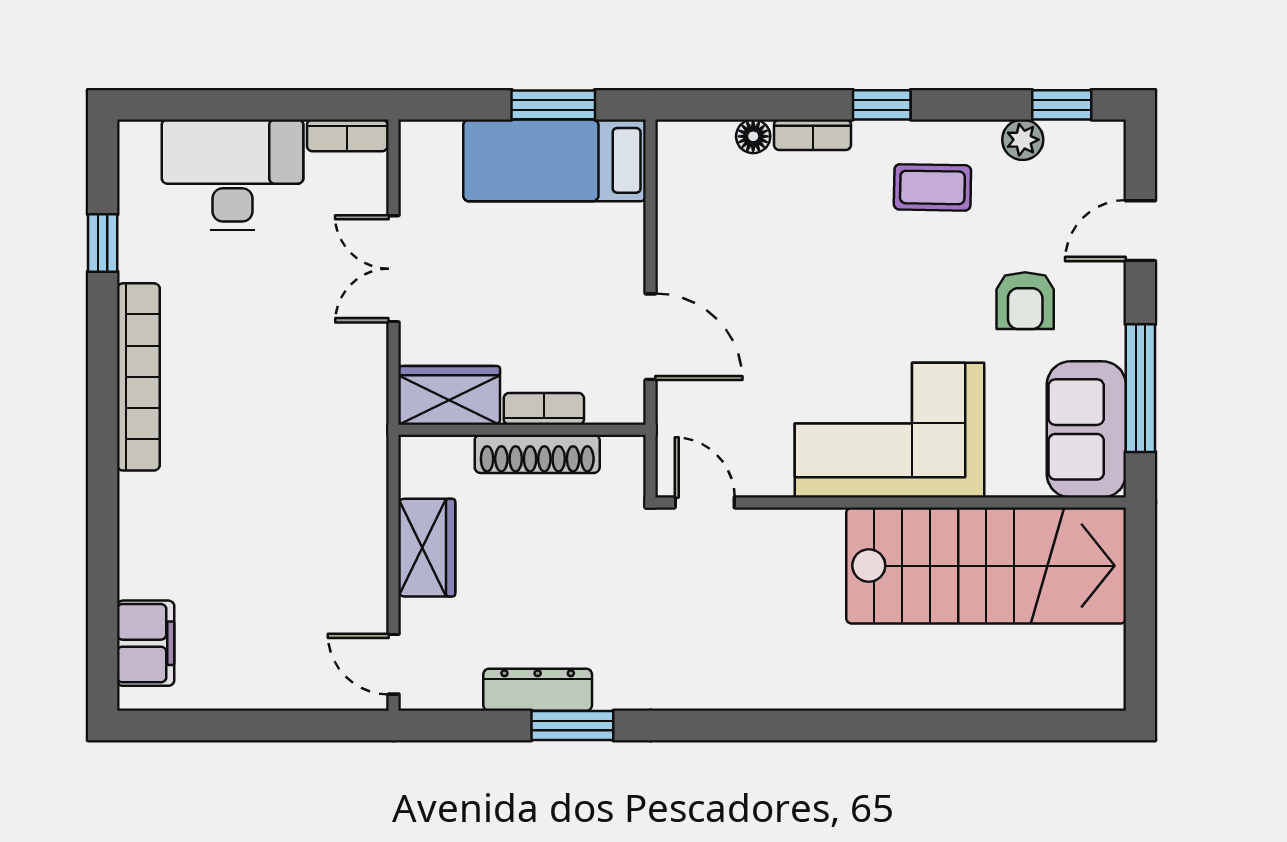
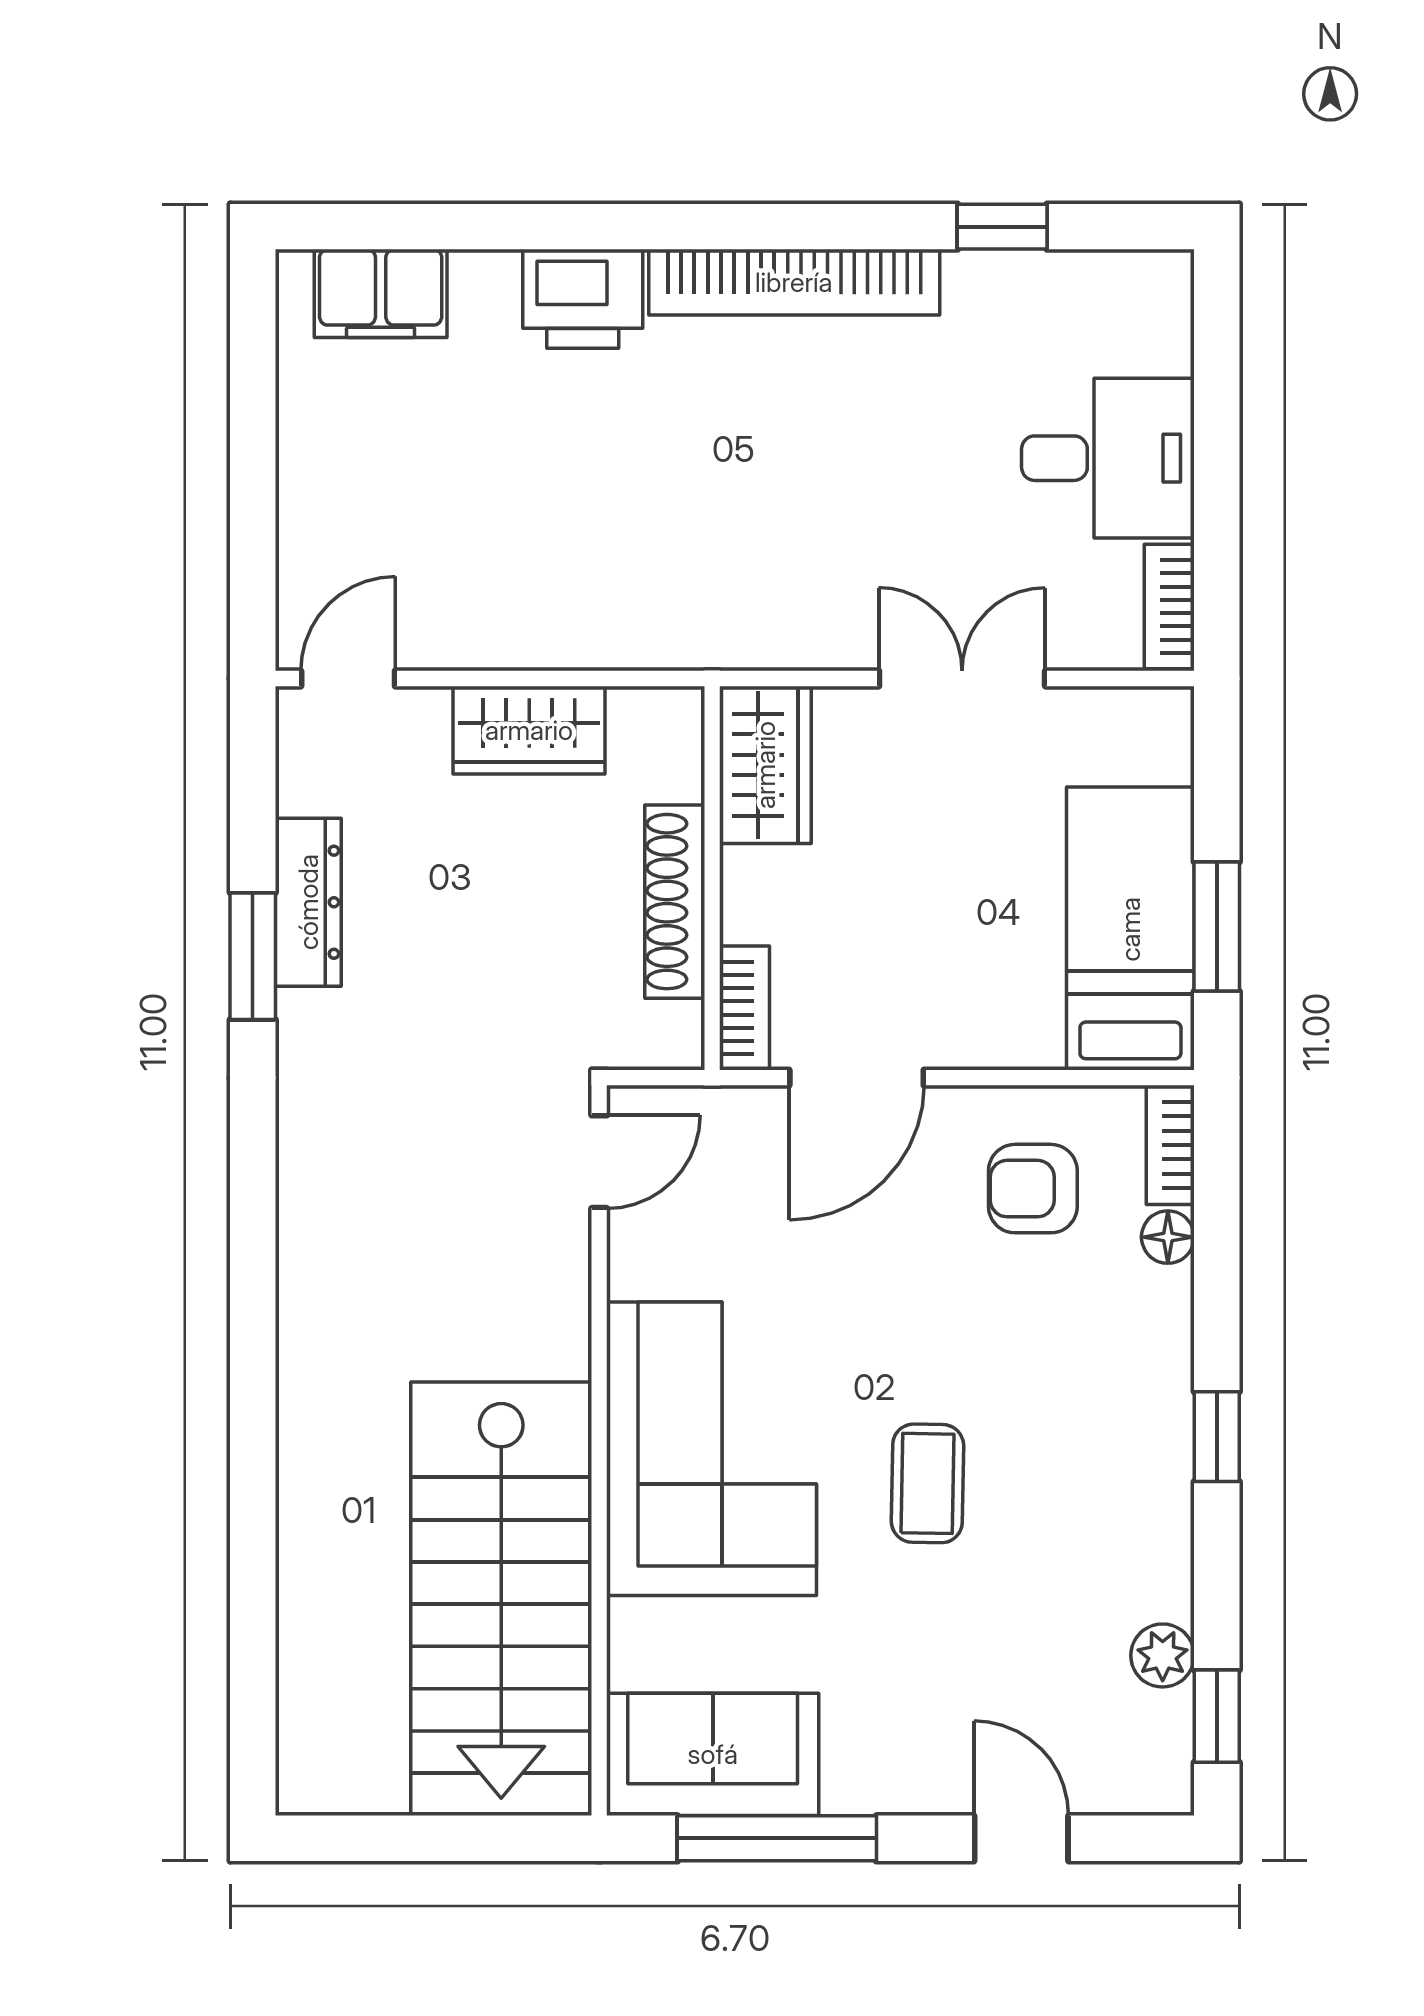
bookcase: (813, 135) -> (1170, 1145), moved
desk: (233, 175) -> (1108, 458), width x0.73
coffee table: (932, 187) -> (927, 1483), moved
armchair: (1025, 301) -> (1033, 1189), moved
bookcase: (544, 409) -> (745, 1008), moved
printer: (149, 513) -> (583, 299), added

